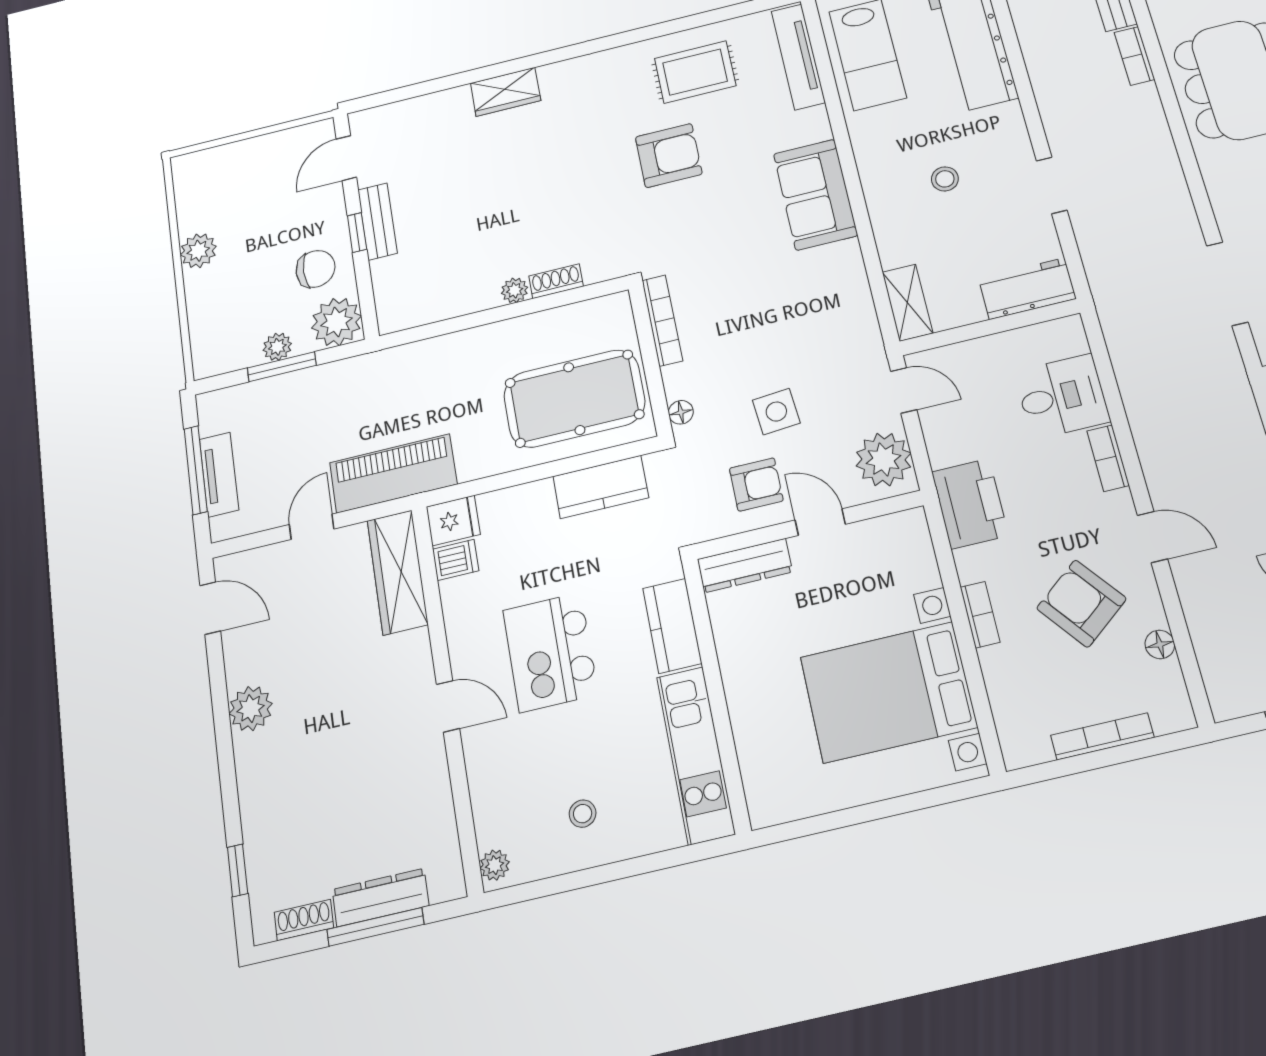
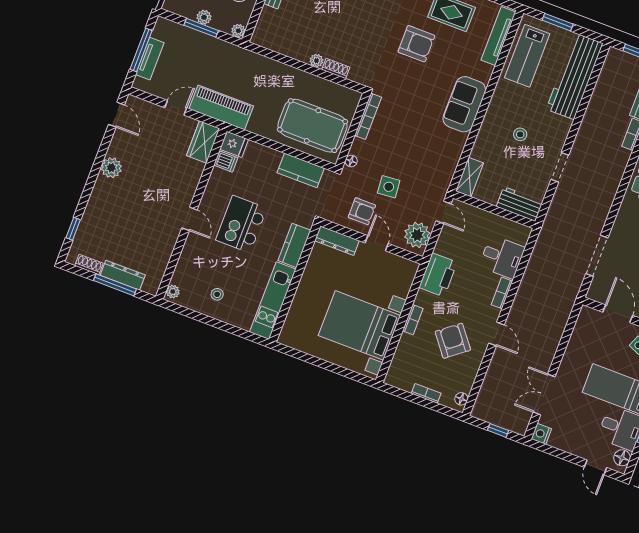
plant: (336, 322) -> (238, 31), width x0.53, depth x0.53
wardrobe: (397, 572) -> (203, 142), width x0.67
floor lamp: (1160, 644) -> (461, 399), moved
bookcase: (1102, 736) -> (426, 393), width x0.64

